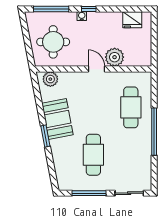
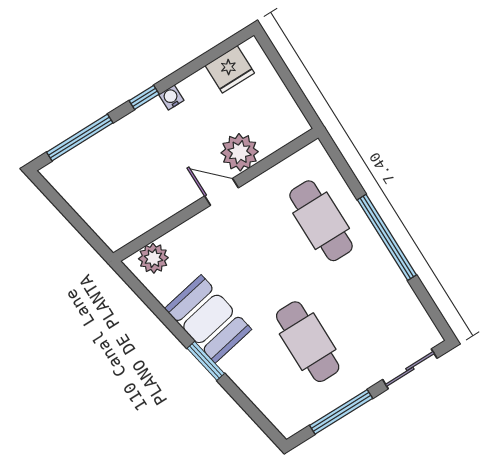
water cooler: (82, 16) -> (171, 97), moved
round table: (53, 42) -> (118, 192), removed

